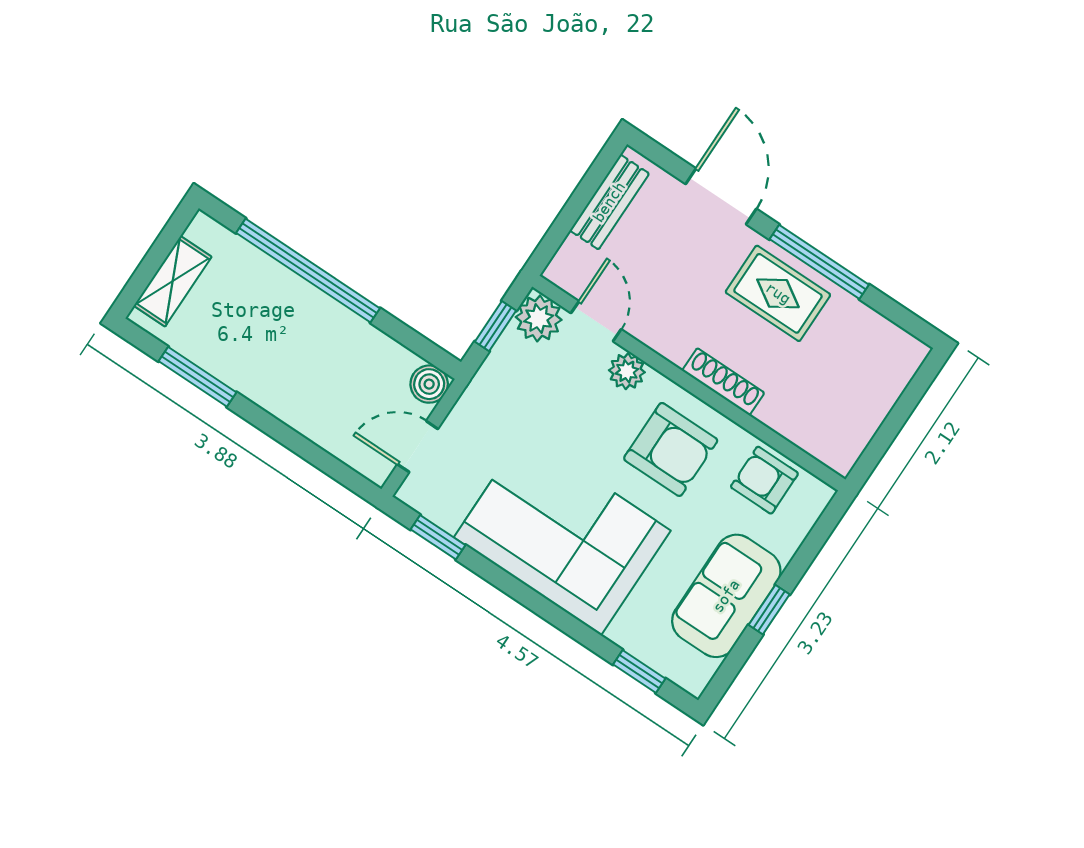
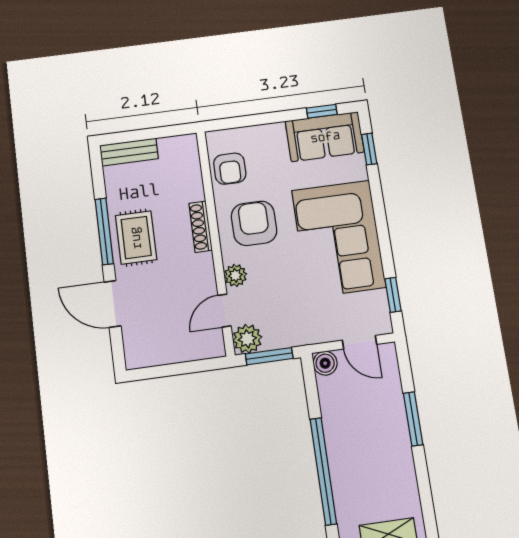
door: (721, 196) -> (113, 304), hinge flipped
bench: (609, 202) -> (129, 152), moved
window: (495, 326) -> (269, 356), width x1.50
window: (197, 377) -> (413, 419), moved
sofa: (726, 596) -> (325, 137), moved
window: (769, 610) -> (322, 111), moved

